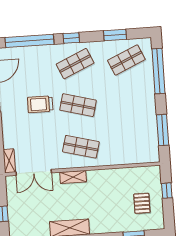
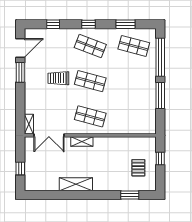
window: (29, 41) -> (53, 24), width x0.32
shop shelf: (126, 60) -> (134, 46), turned 39
shop shelf: (75, 64) -> (90, 46), turned 45
window: (163, 130) -> (160, 96), moved

